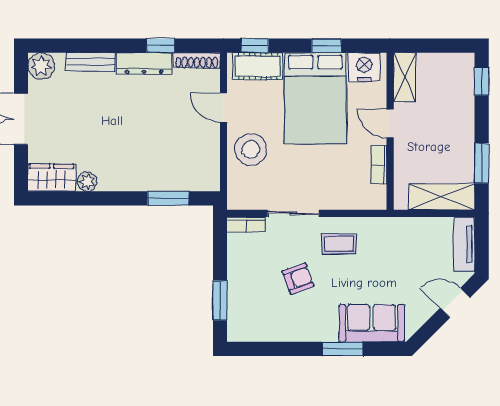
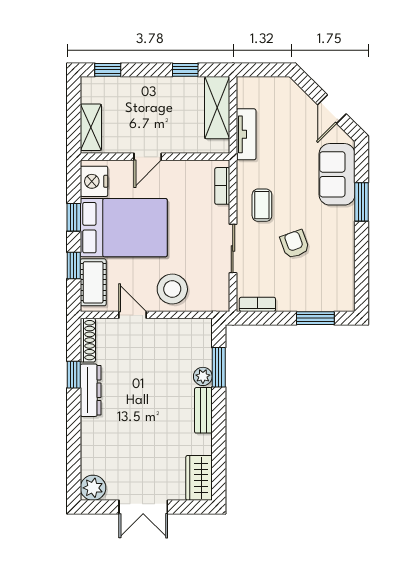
window: (255, 46) -> (74, 265), moved
bench: (90, 62) -> (203, 410), moved
shelving: (405, 77) -> (91, 127), moved, turned 90
door: (224, 108) -> (132, 315), swing flipped
window: (482, 163) -> (185, 70), width x0.67
bookcase: (379, 165) -> (222, 186), moved, turned 90
plant: (87, 182) -> (203, 376), moved
bookcase: (246, 224) -> (257, 304), moved, turned -90
tv unit: (464, 244) -> (246, 134), moved, turned -90
door: (455, 303) -> (332, 109), moved

